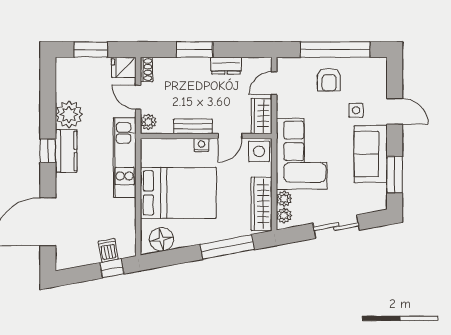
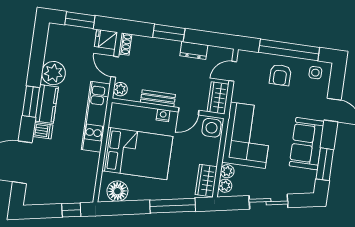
side table: (356, 110) -> (315, 73), moved
window: (48, 151) -> (31, 102), width x1.50
wardrobe: (262, 204) -> (206, 181), width x0.67
dishwasher: (108, 250) -> (43, 131), moved, turned 101

